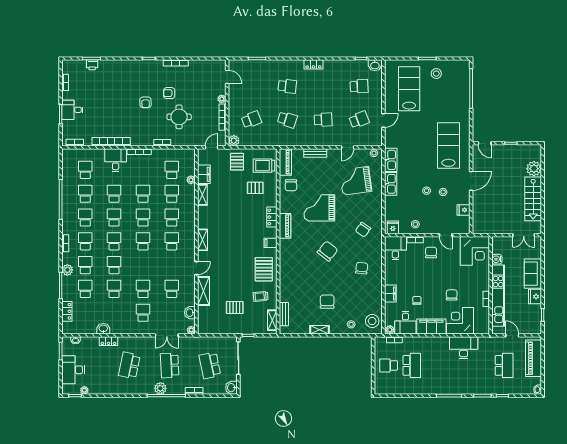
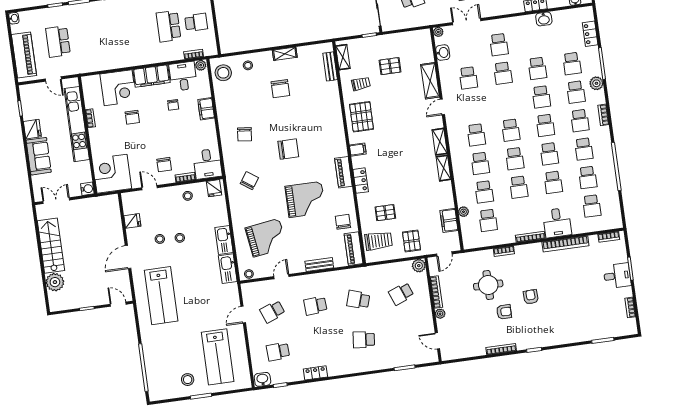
locker: (313, 64) -> (315, 373), moved
printer: (92, 65) -> (601, 333), removed
shelving: (202, 195) -> (444, 168), moved
chair: (328, 251) -> (288, 149), turned -128
water cooler: (497, 259) -> (87, 189), moved
desk: (464, 348) -> (109, 56), removed

